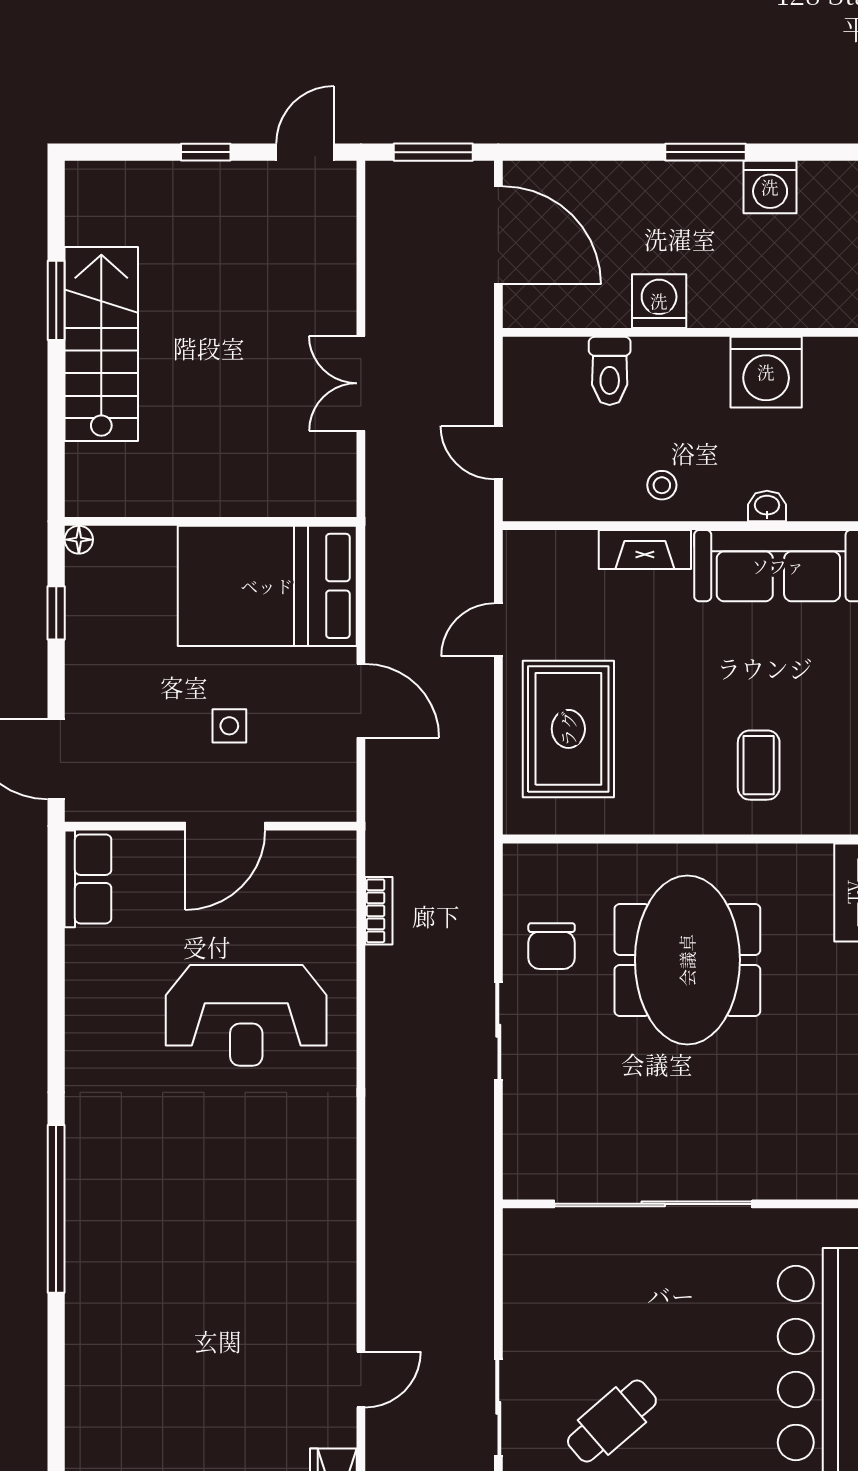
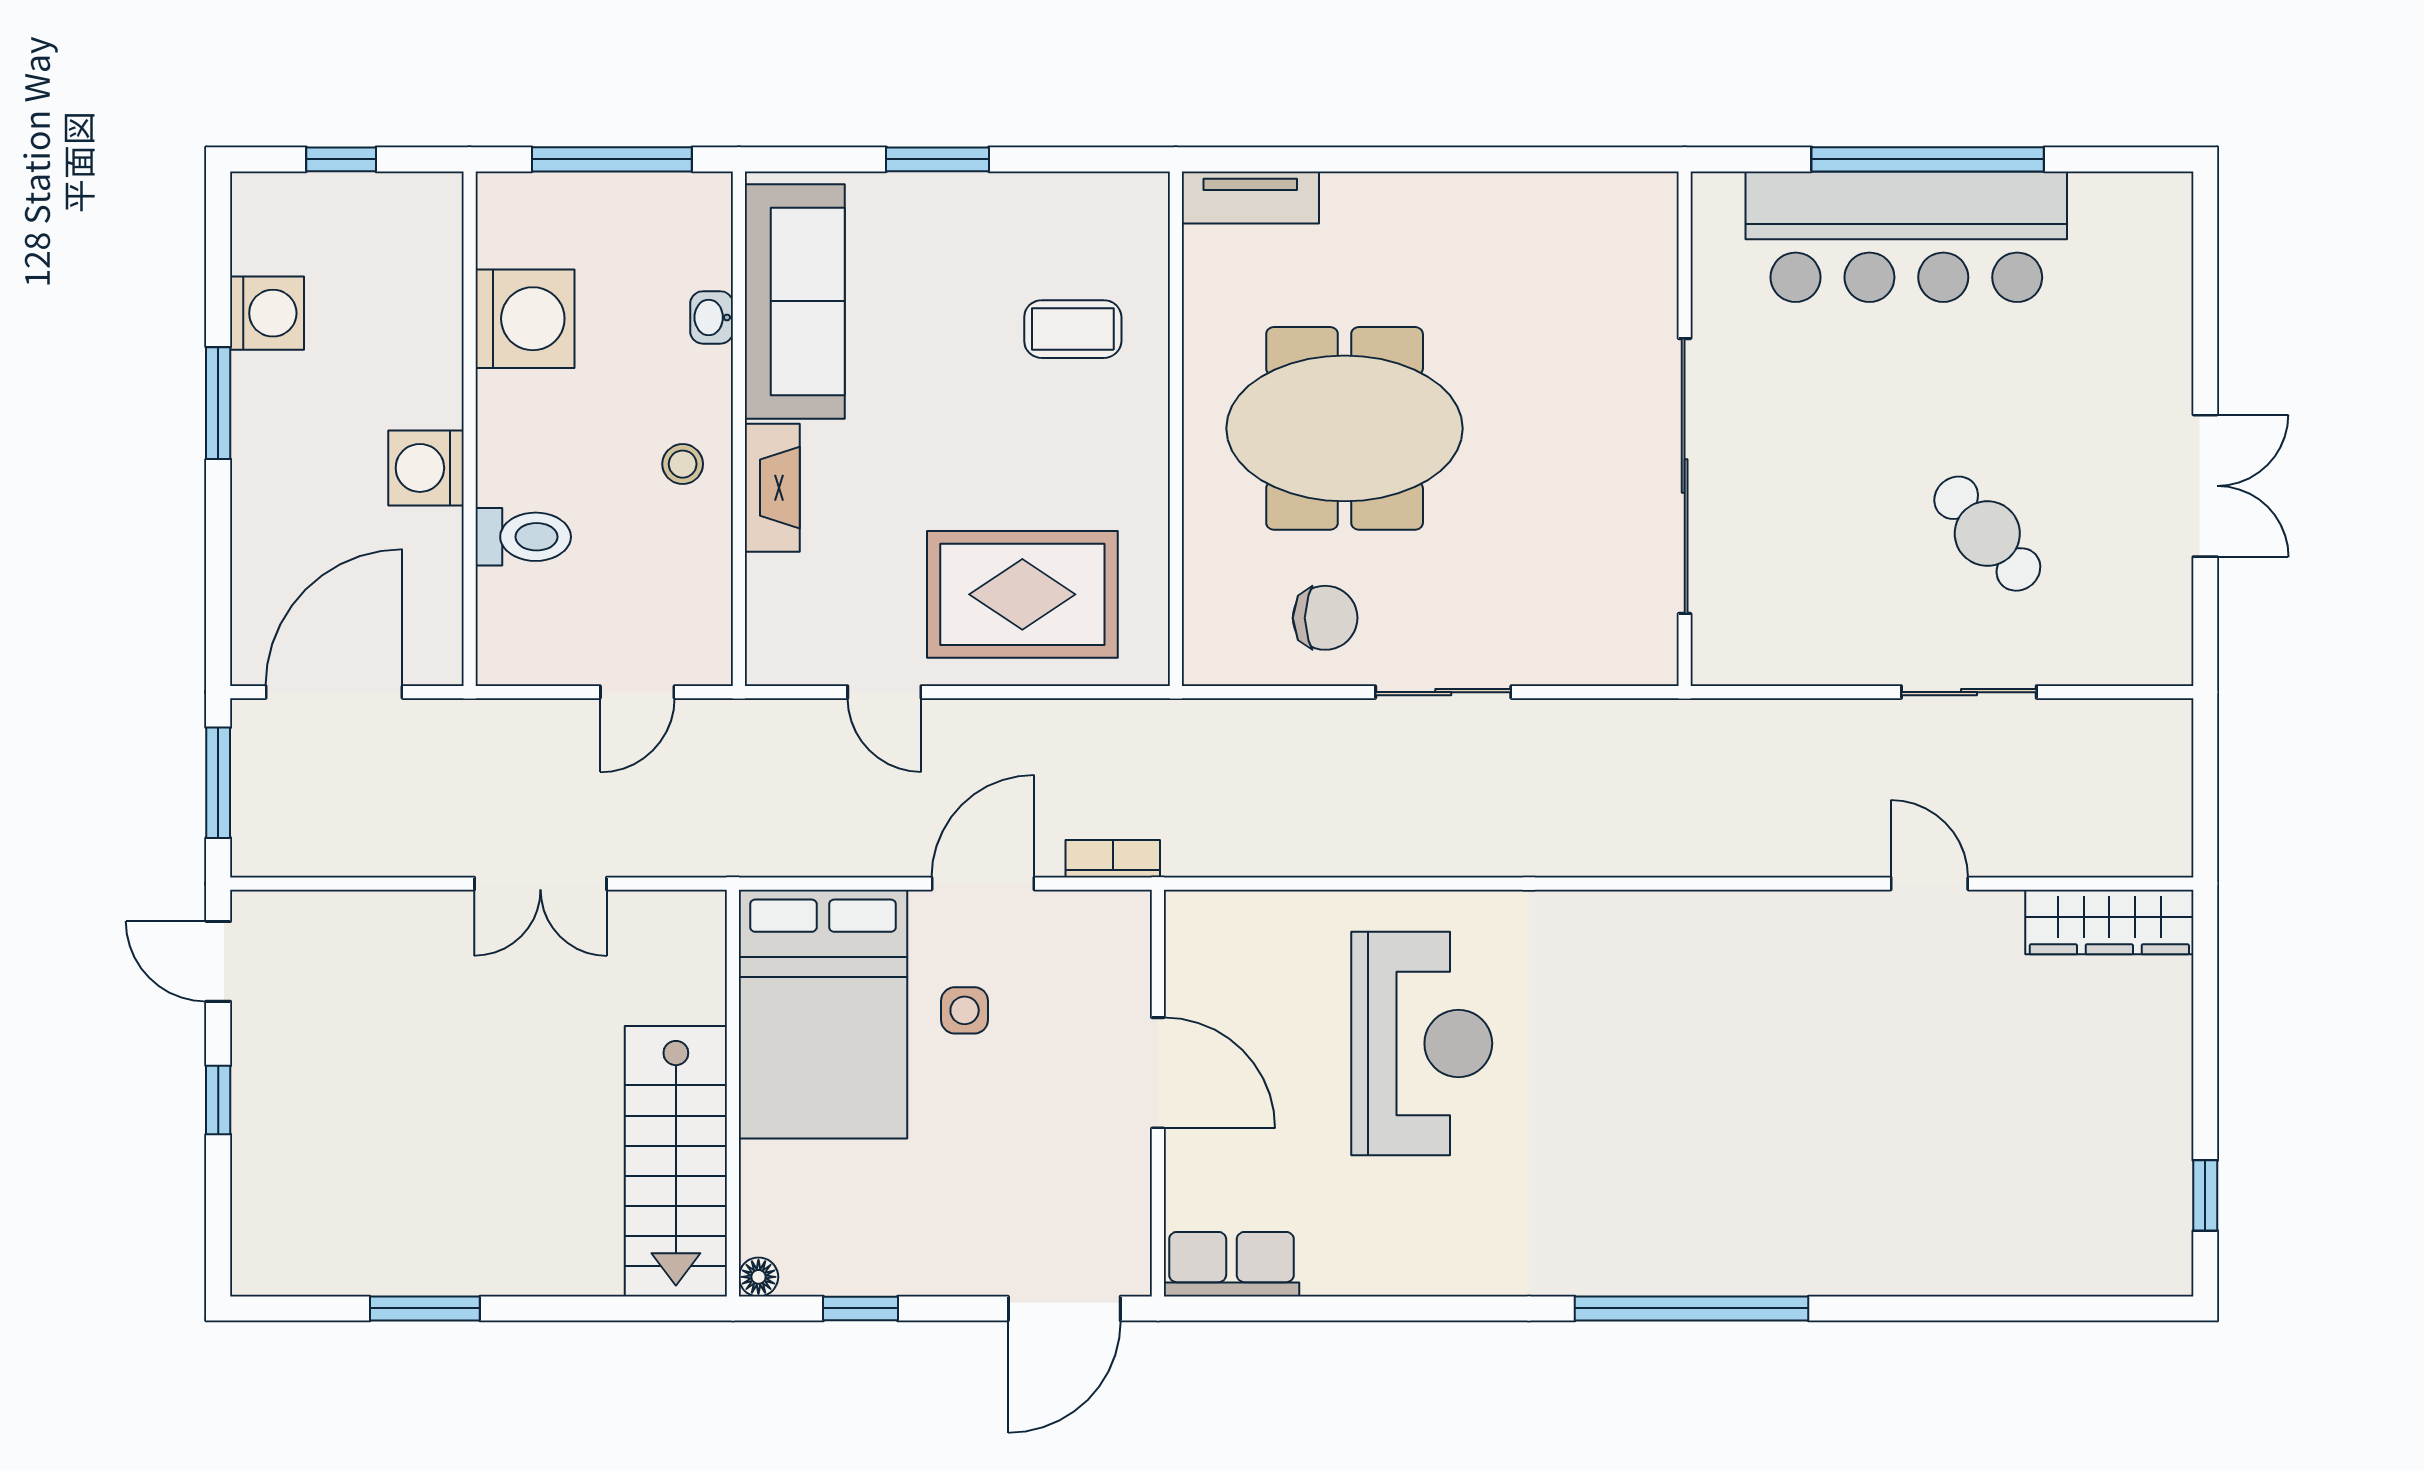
stairs: (101, 344) -> (676, 1161), moved, turned -90
side table: (229, 726) -> (965, 1010), moved
bookcase: (379, 911) -> (1113, 859), moved

